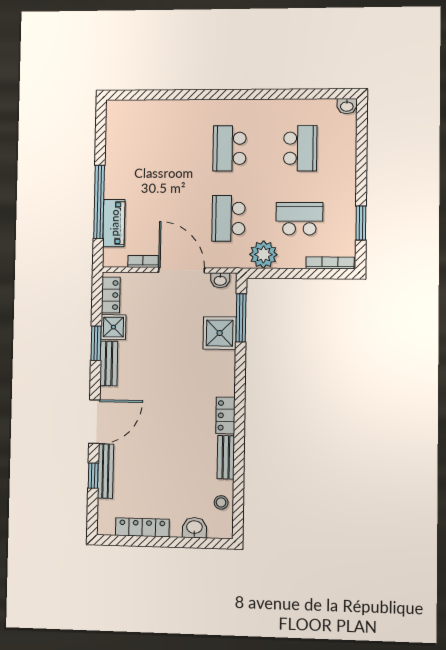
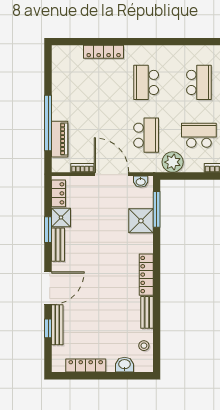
locker: (174, 108) -> (104, 52), added
school desk: (228, 218) -> (146, 135), turned 180
locker: (225, 415) -> (146, 275), width x1.53

